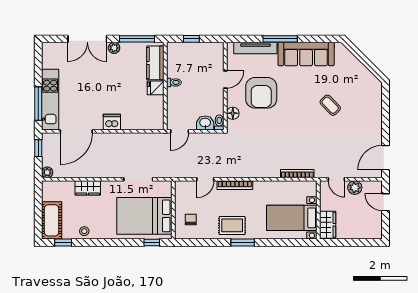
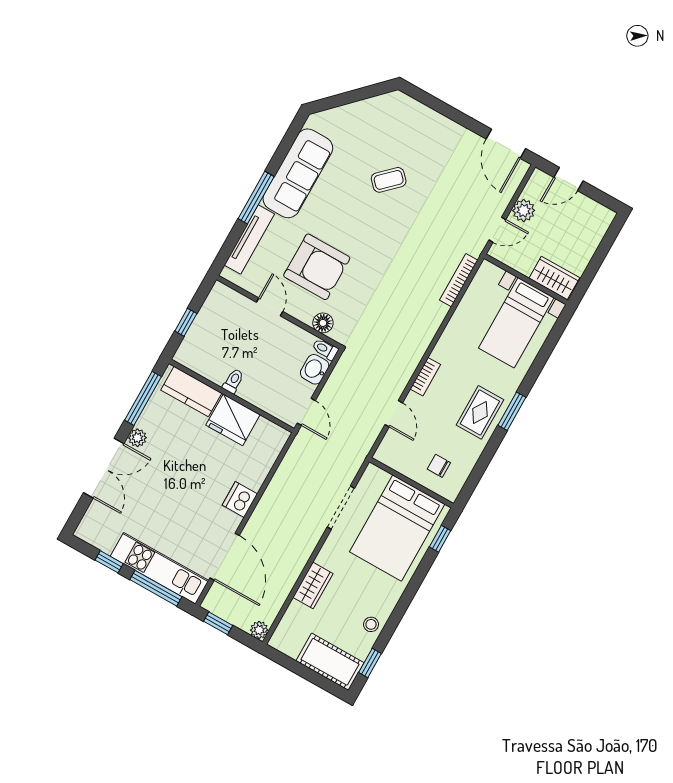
window: (38, 70) -> (109, 562), added
fridge: (156, 88) -> (233, 420), width x1.88, depth x1.34
bookcase: (235, 185) -> (425, 377), width x0.64

